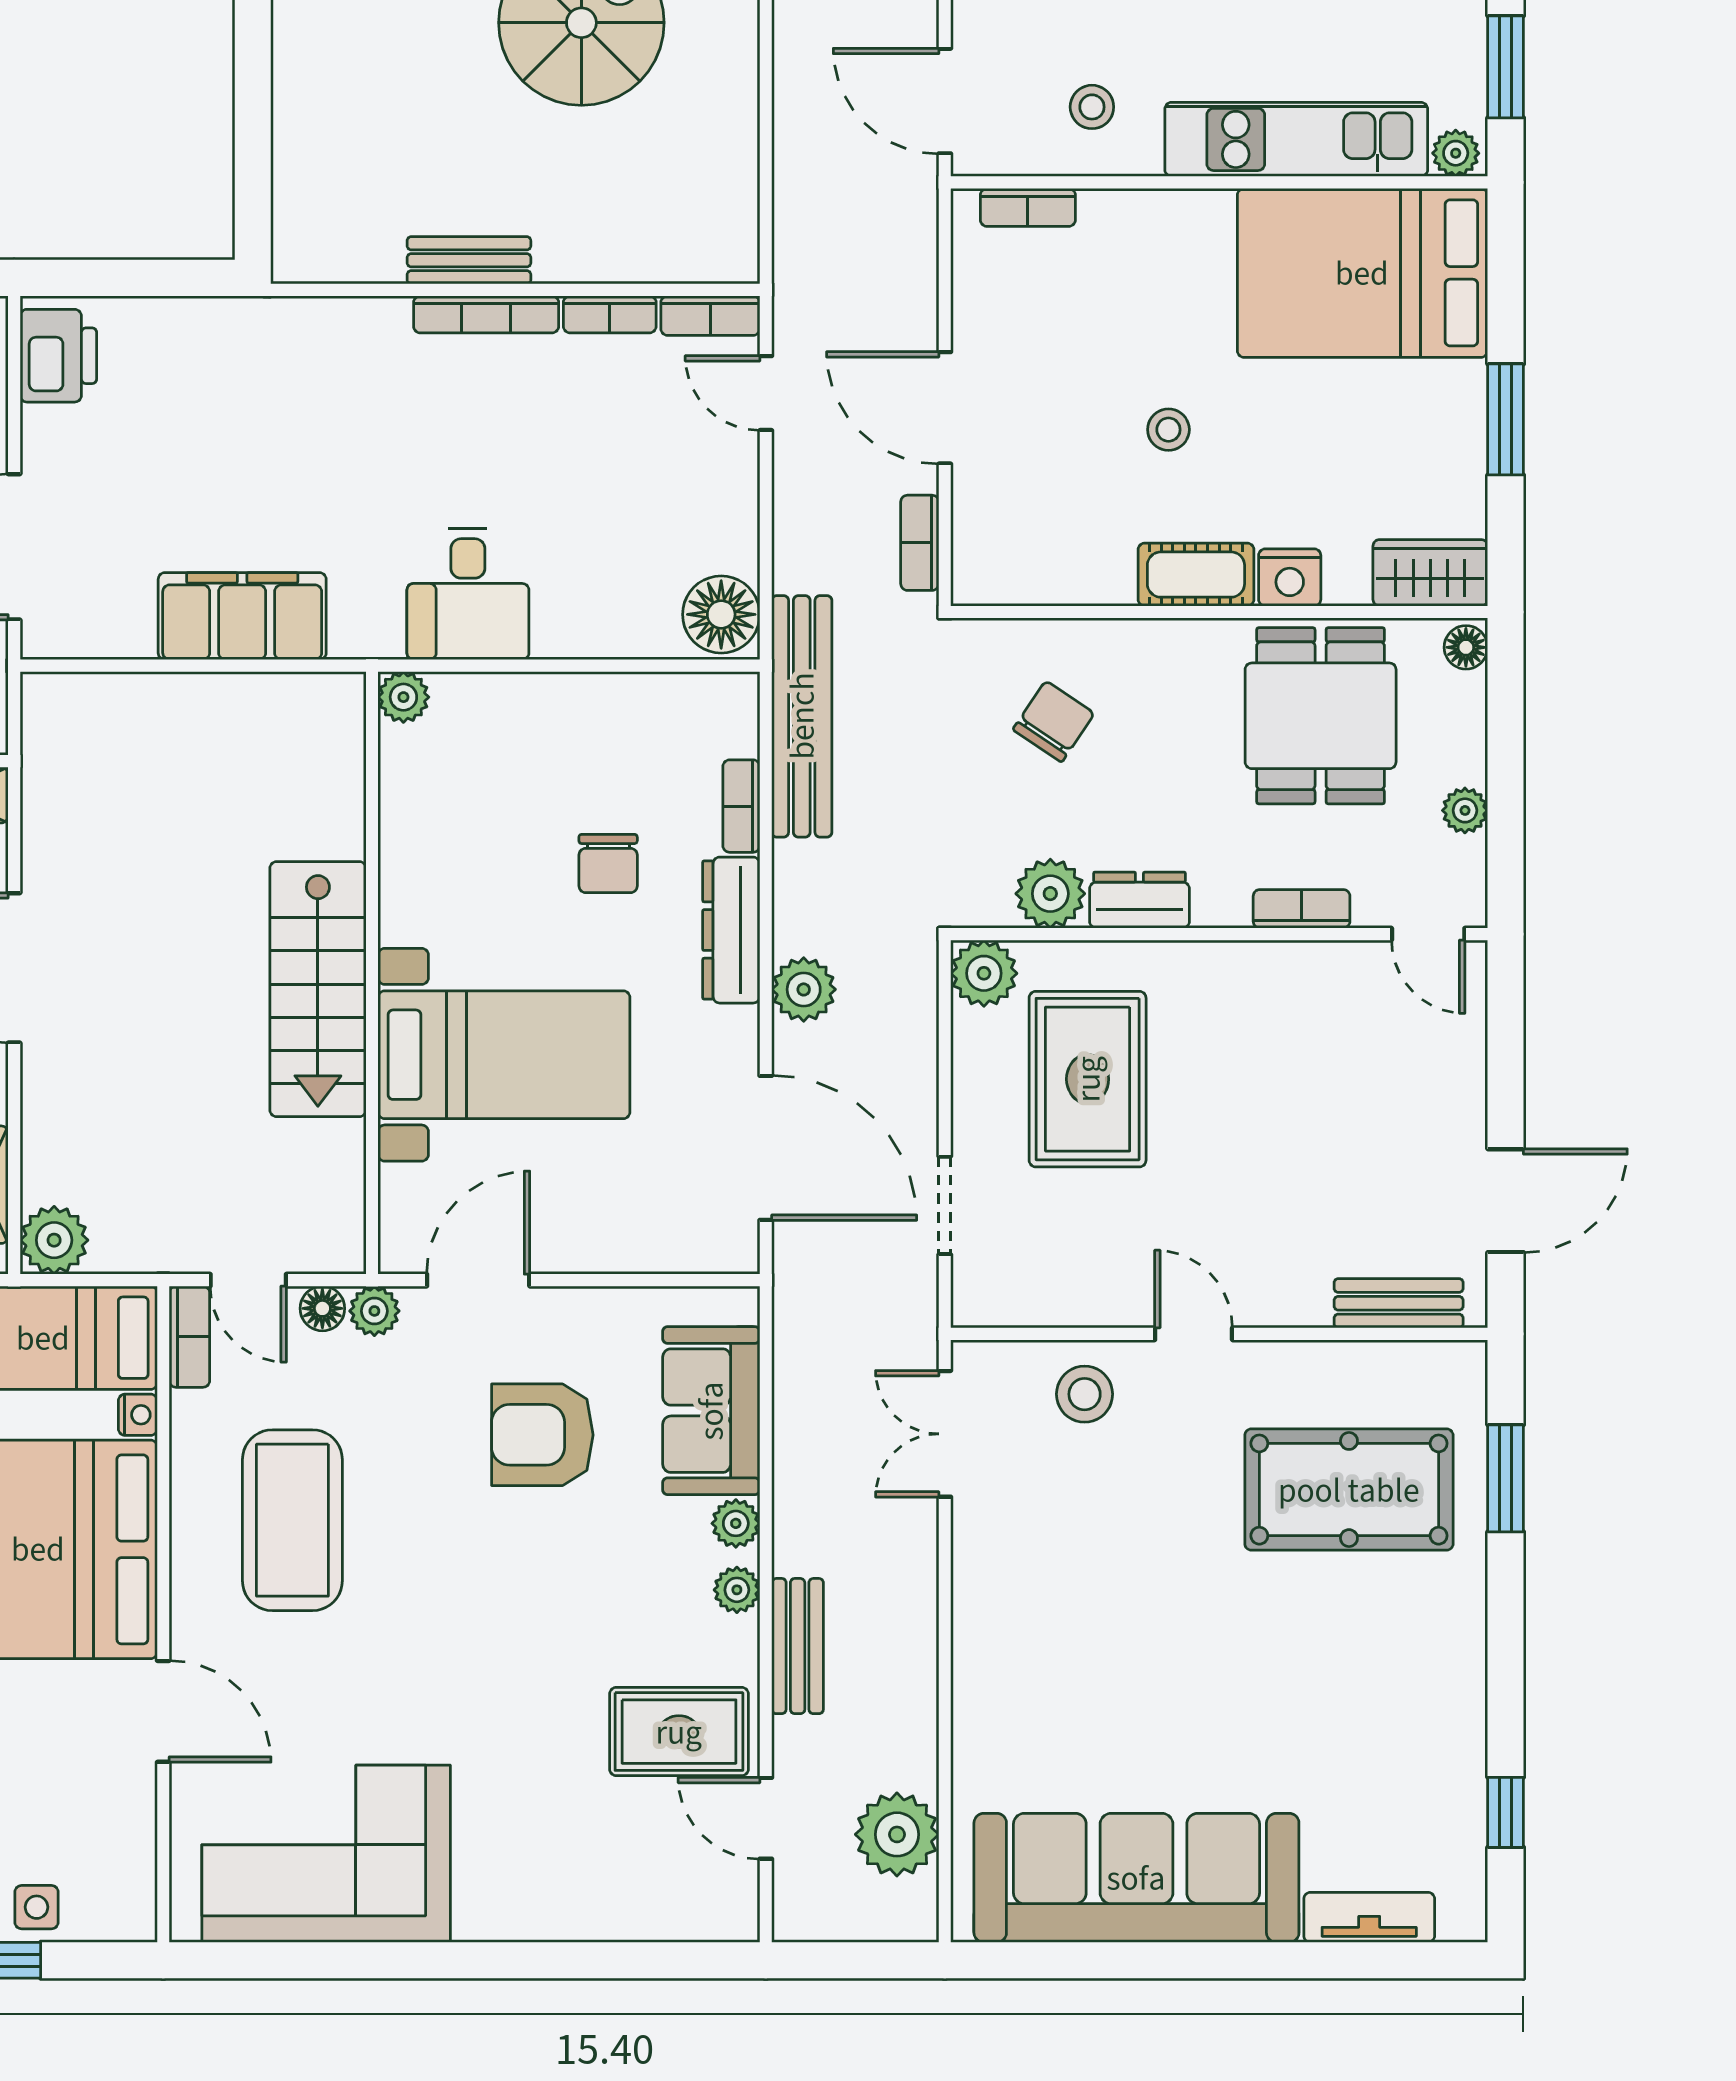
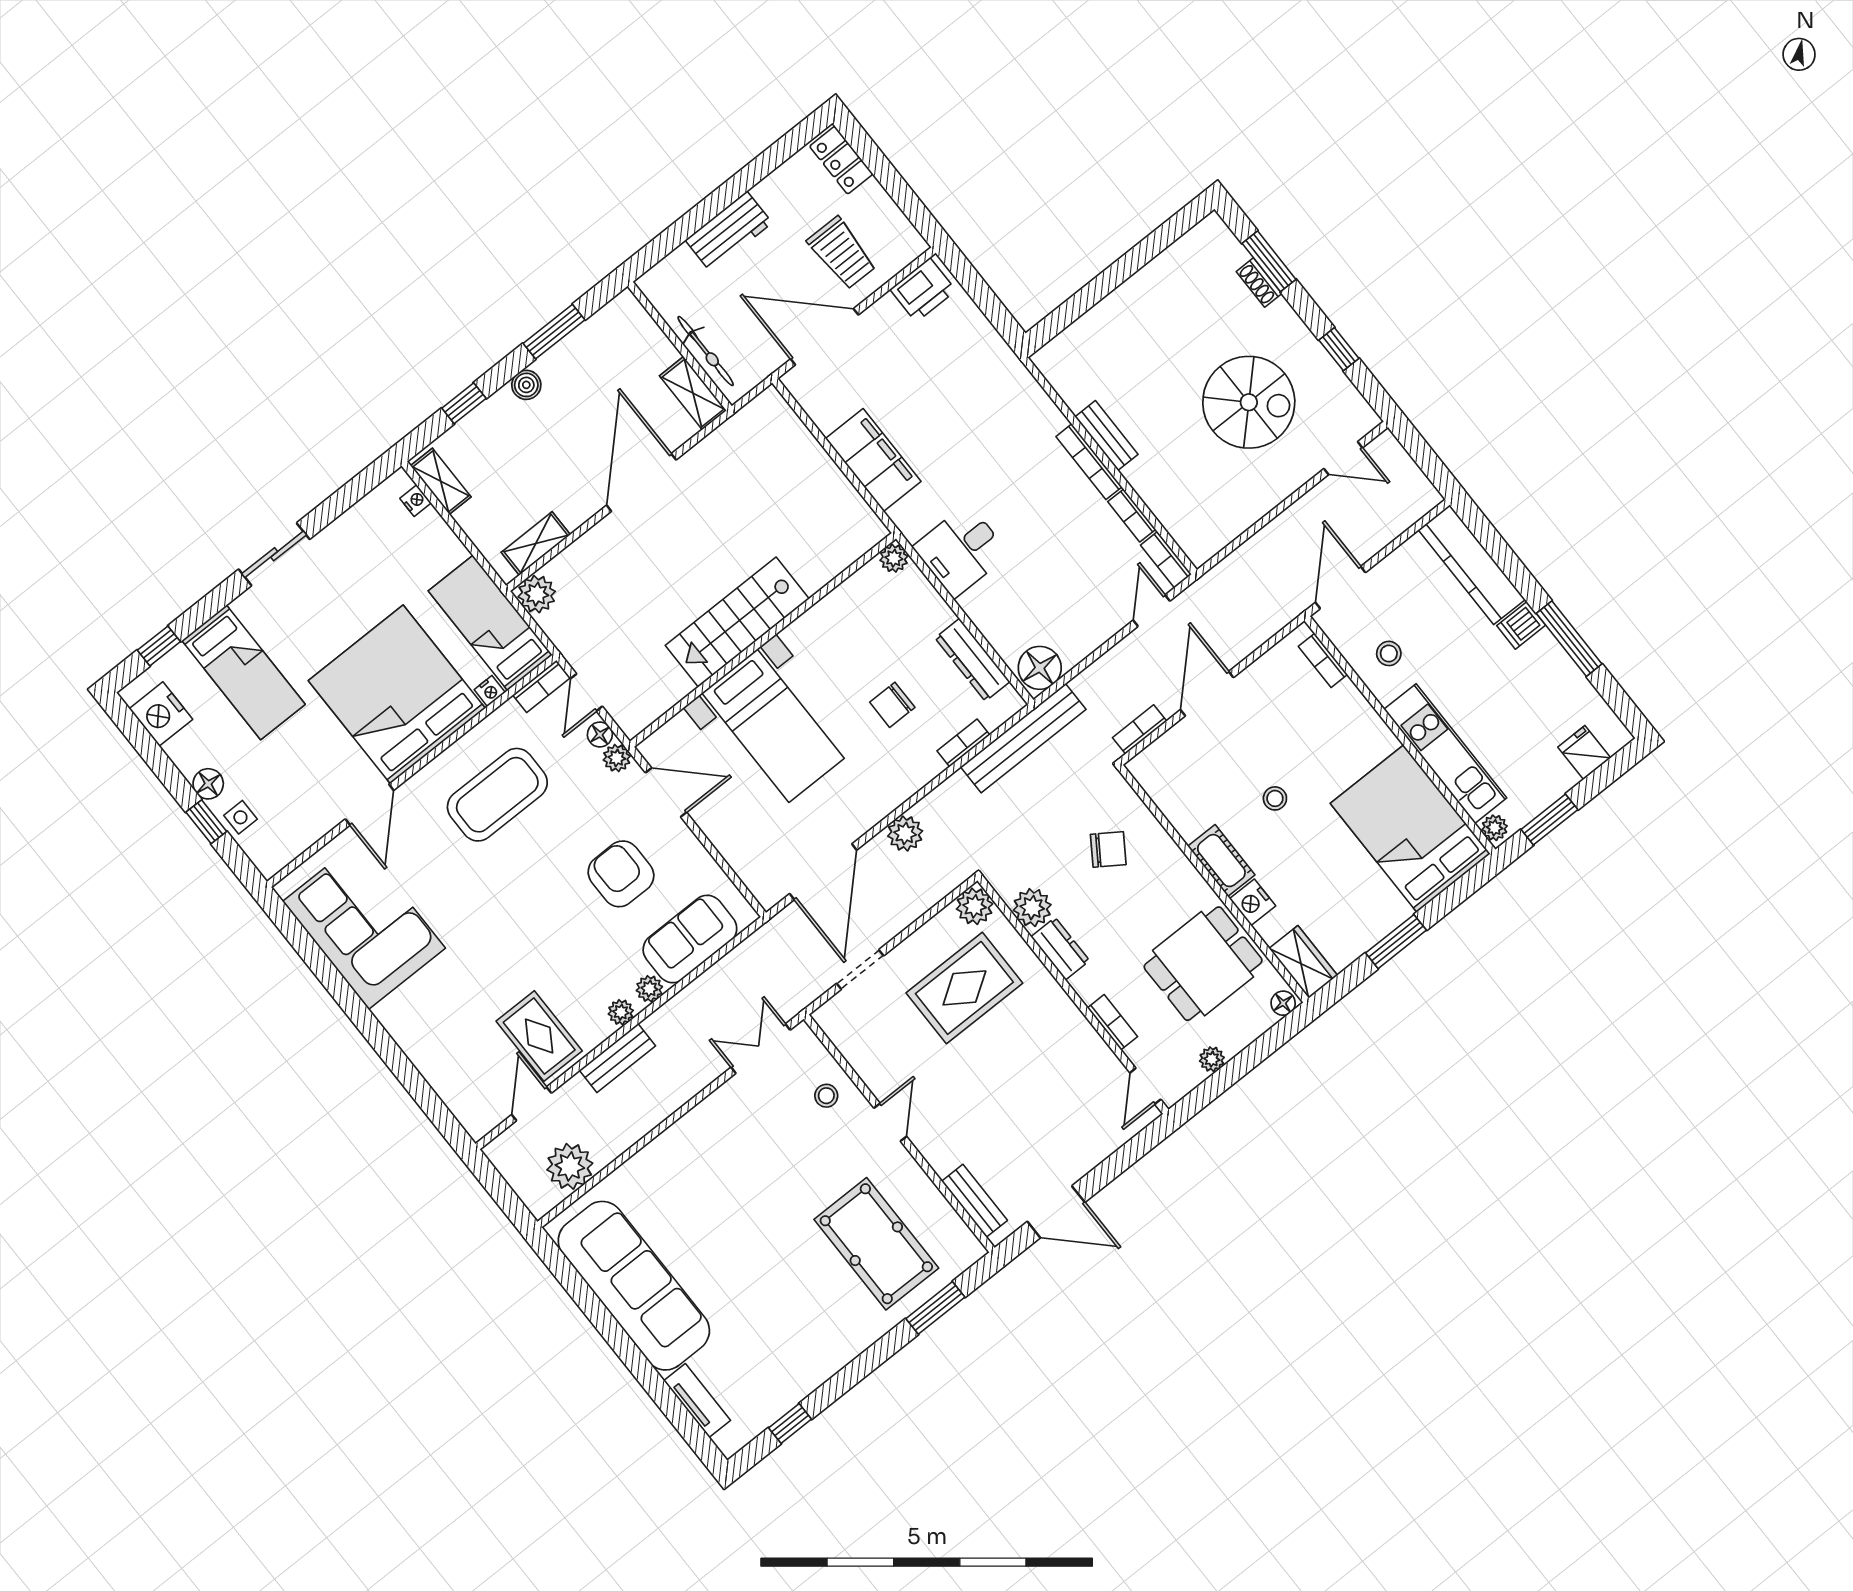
dresser: (731, 930) -> (972, 660), moved, turned -90
stool: (1085, 1394) -> (826, 1096), width x0.73, depth x0.73

